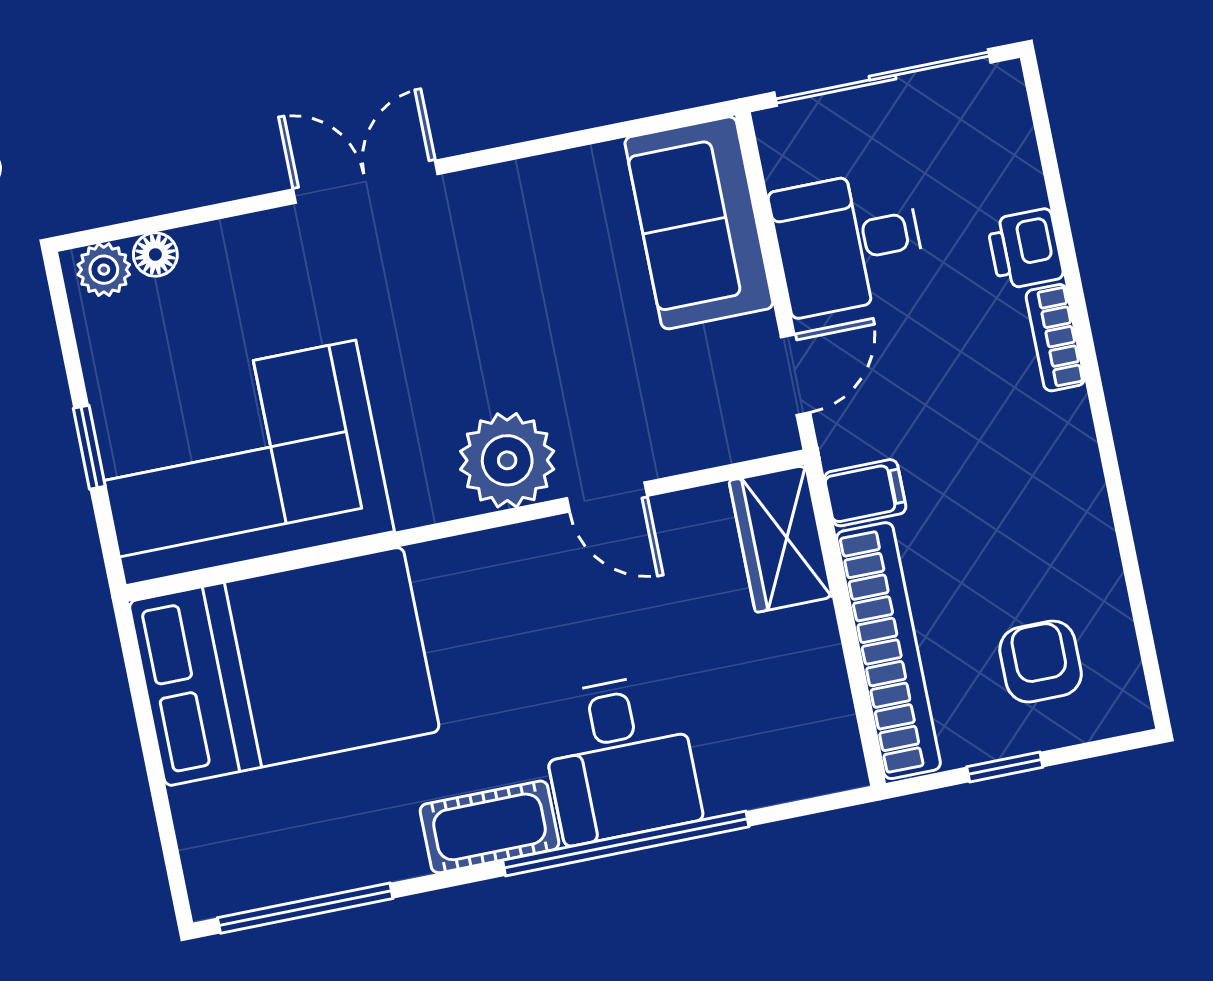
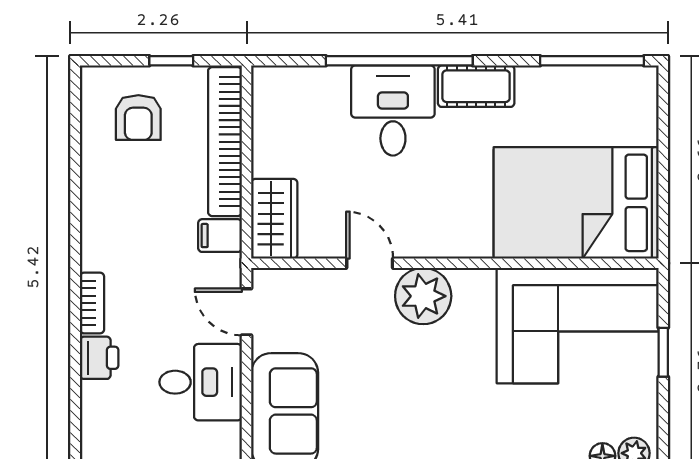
door: (795, 375) -> (247, 312), hinge flipped

